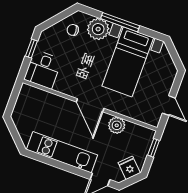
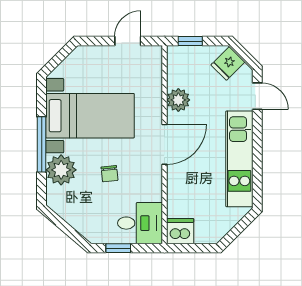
chair: (73, 30) -> (109, 174), moved
dishwasher: (28, 95) -> (180, 231), added

